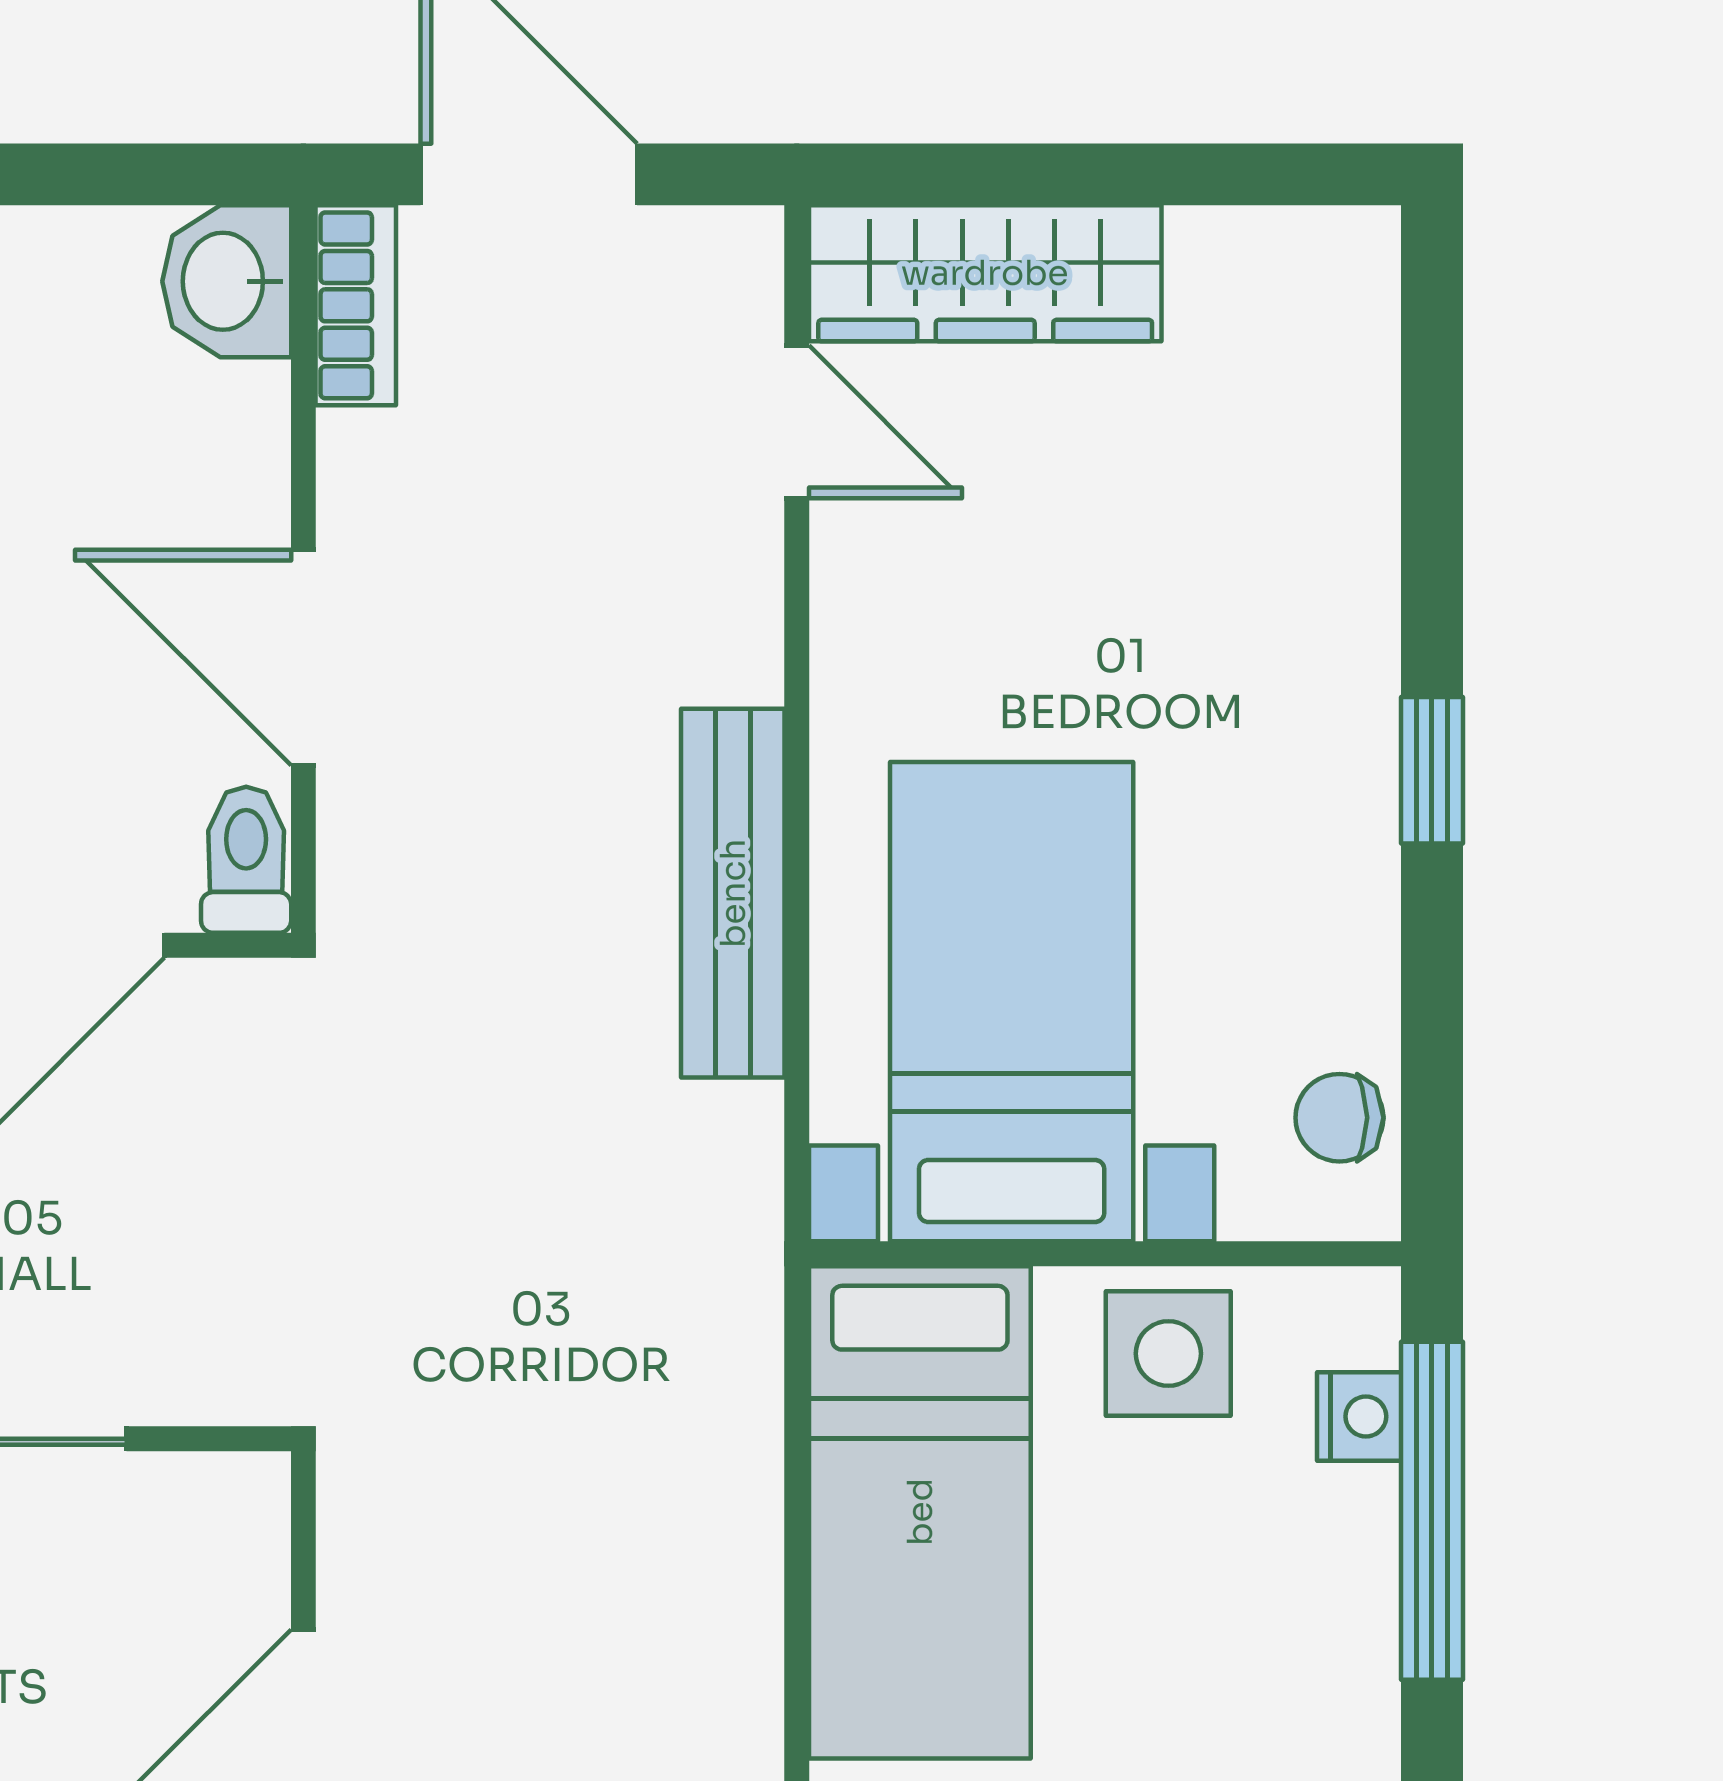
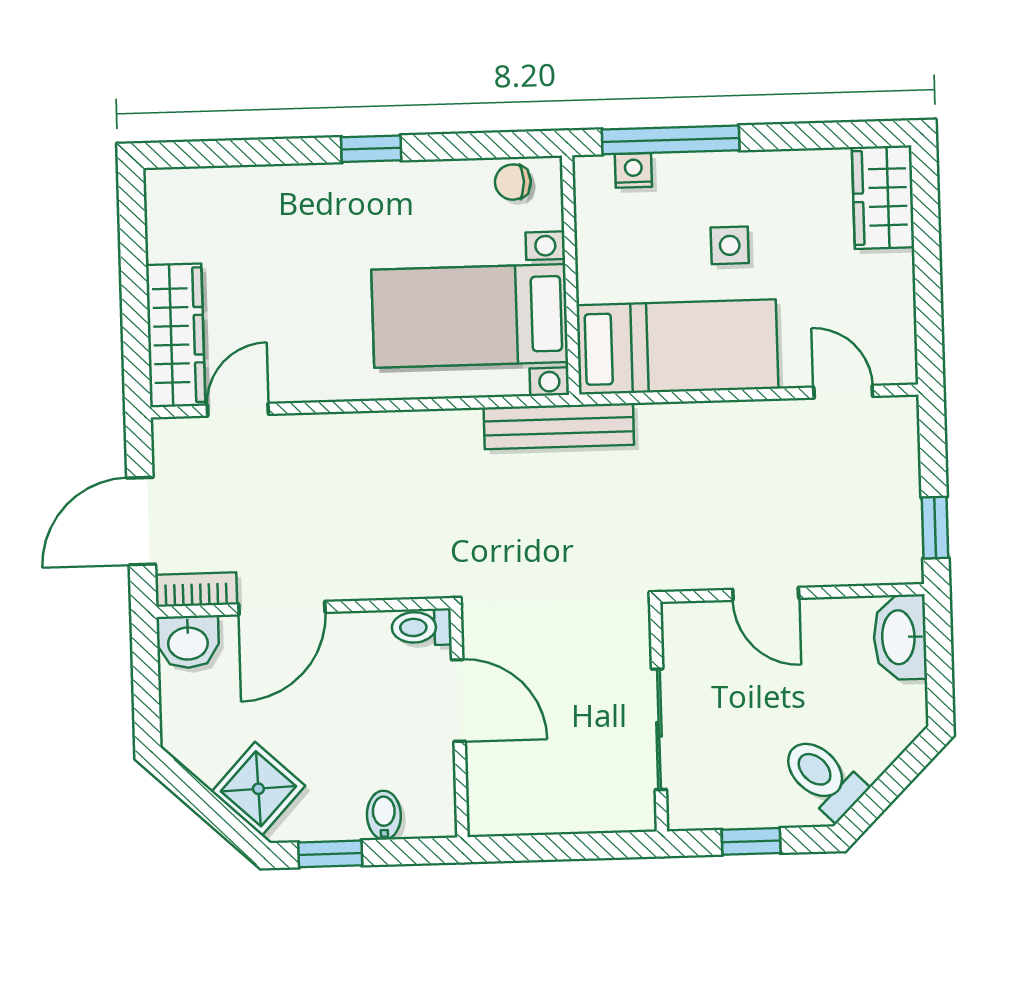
door: (303, 658) -> (282, 608), moved
bench: (733, 893) -> (559, 426), moved
chair: (1339, 1118) -> (513, 182), turned 90
side table: (1168, 1354) -> (730, 245), moved, width x0.73, depth x0.73

